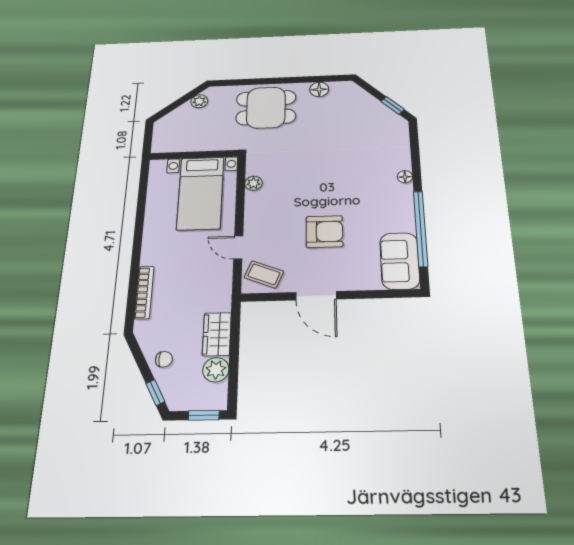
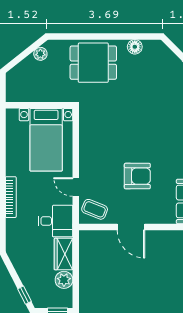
plant: (253, 183) -> (85, 133), removed
desk: (208, 291) -> (55, 221), added
bookcase: (144, 292) -> (11, 197), moved
chair: (164, 359) -> (28, 272), removed

